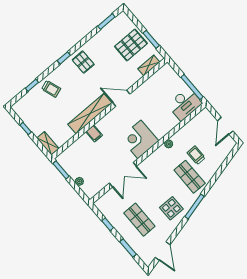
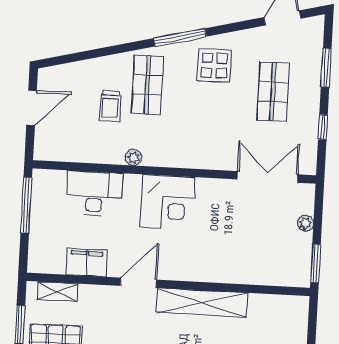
door: (121, 98) -> (138, 283), swing flipped
desk: (185, 104) -> (94, 193), moved
filing cabinet: (94, 134) -> (87, 262), moved, width x2.00
shelving: (48, 143) -> (299, 317), removed
double door: (123, 175) -> (267, 177), moved

